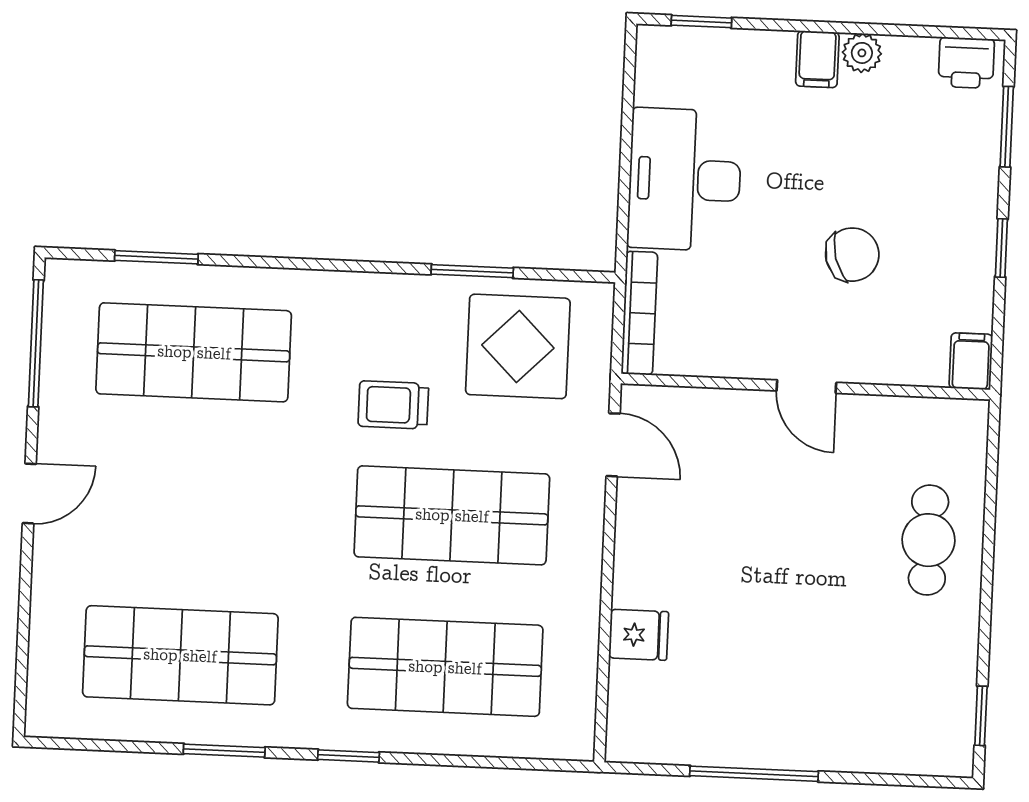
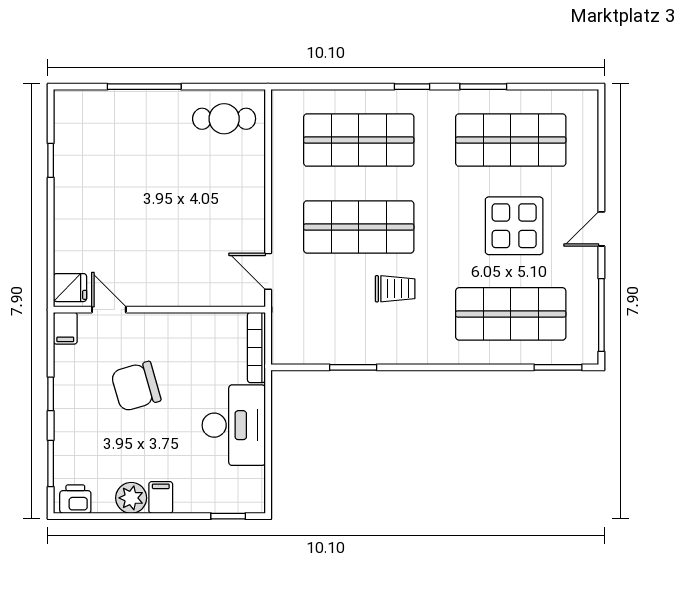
plant: (862, 53) -> (131, 498), width x1.38, depth x1.38
chair: (852, 255) -> (136, 386), width x1.37, depth x1.37
window: (156, 257) -> (558, 367), moved
display table: (518, 346) -> (514, 226), moved
door: (806, 387) -> (109, 310), moved
cafe table: (928, 540) -> (224, 119), moved, turned 90
fridge: (639, 635) -> (70, 288), moved, turned 180
window: (981, 716) -> (51, 160), moved
window: (754, 774) -> (144, 87), moved

